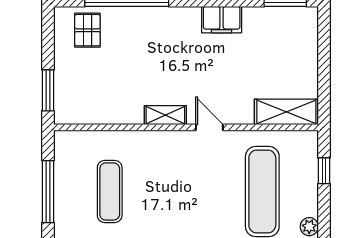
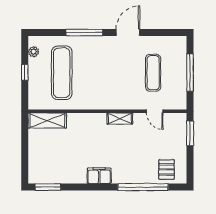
filing cabinet: (222, 20) -> (99, 176), moved
door: (209, 127) -> (155, 111), moved
window: (324, 171) -> (25, 72), moved

